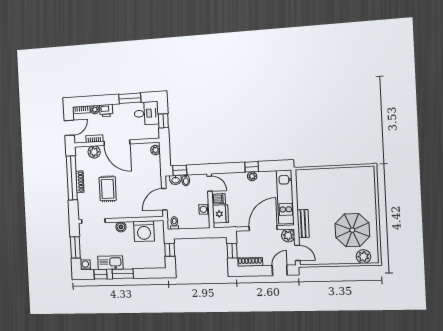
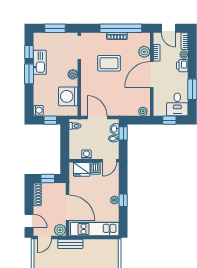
washing machine: (85, 265) -> (38, 110), moved

